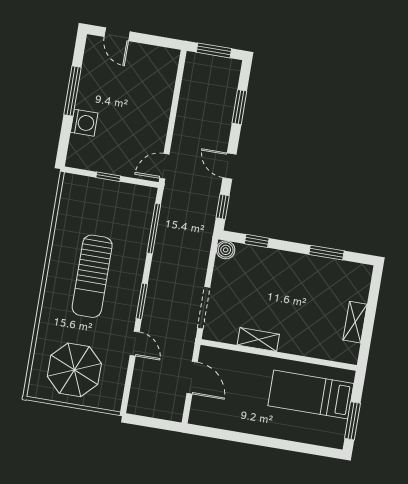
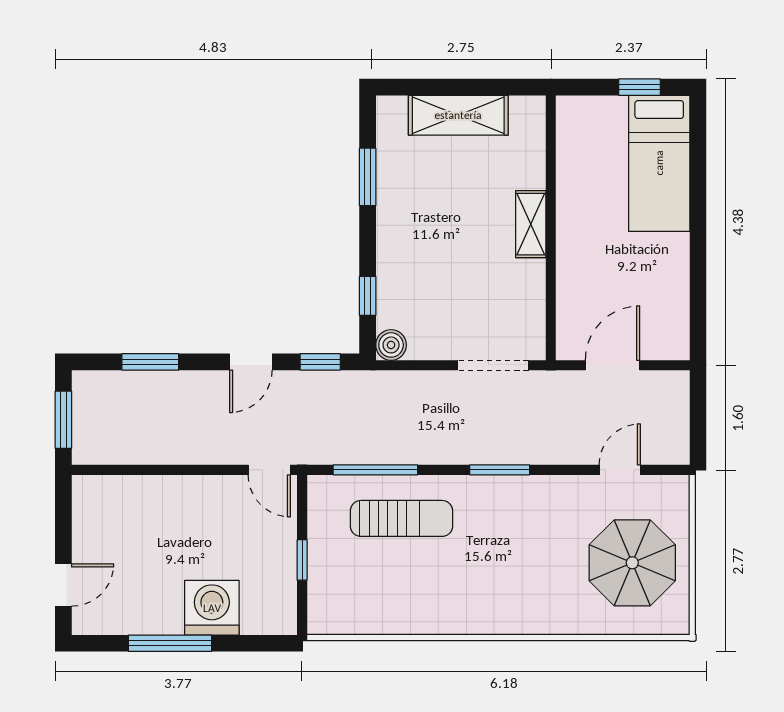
washing machine: (84, 123) -> (212, 608), width x1.37, depth x1.37
sun lounger: (92, 276) -> (402, 518), moved, width x0.73, depth x0.75
shelving: (355, 322) -> (458, 115), width x1.50, depth x1.33
shelving: (258, 340) -> (531, 224), moved
door: (135, 344) -> (620, 470), moved
bed: (311, 395) -> (659, 163), moved
window: (352, 421) -> (639, 87), width x0.67

